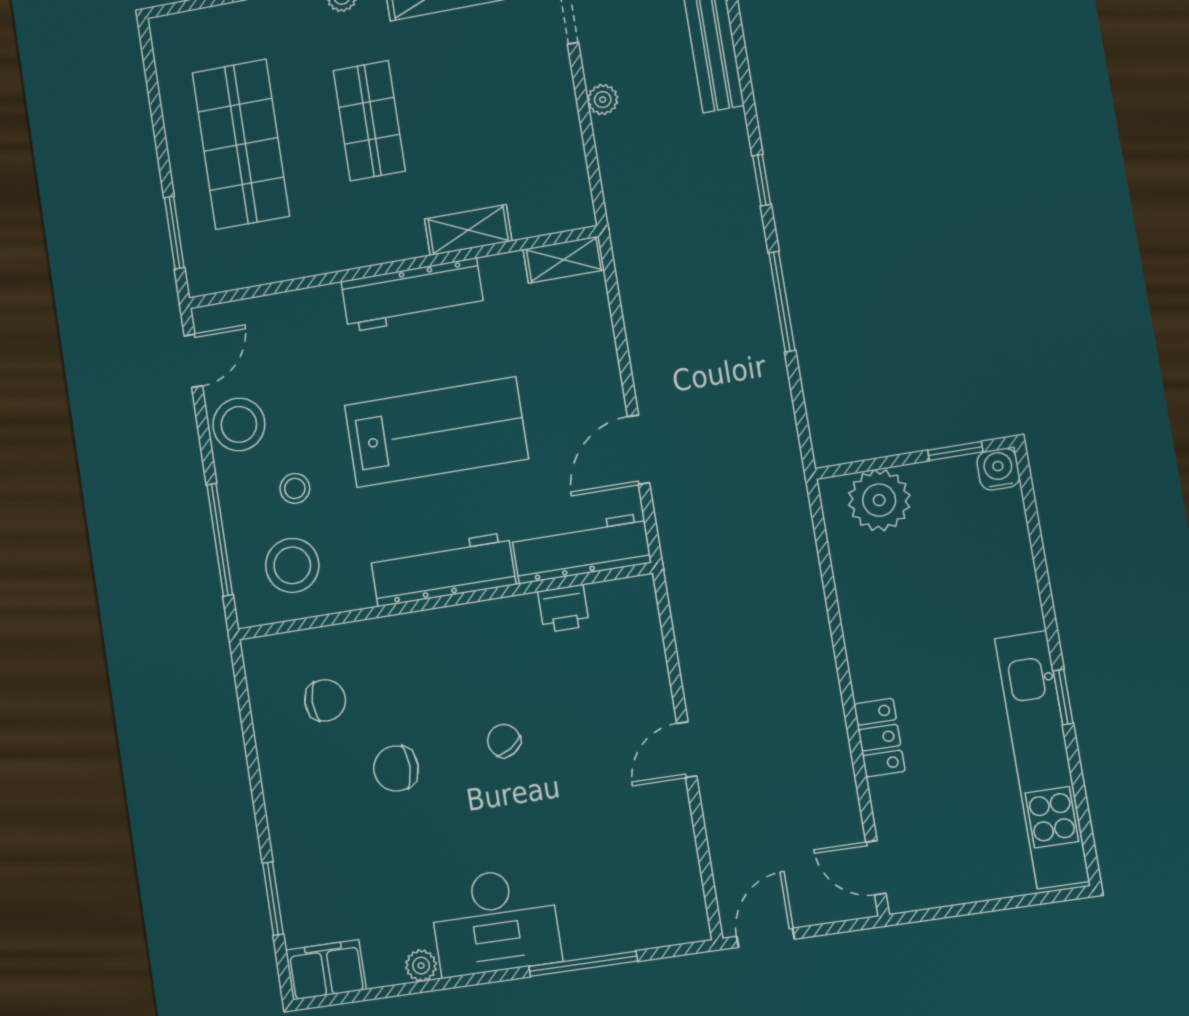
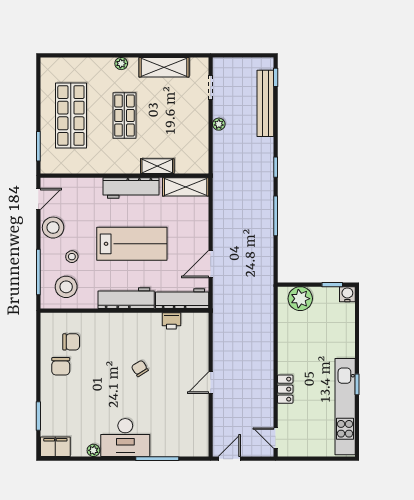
shelving: (564, 260) -> (186, 187), width x1.50, depth x1.33
chair: (396, 768) -> (61, 366), moved, turned -90

